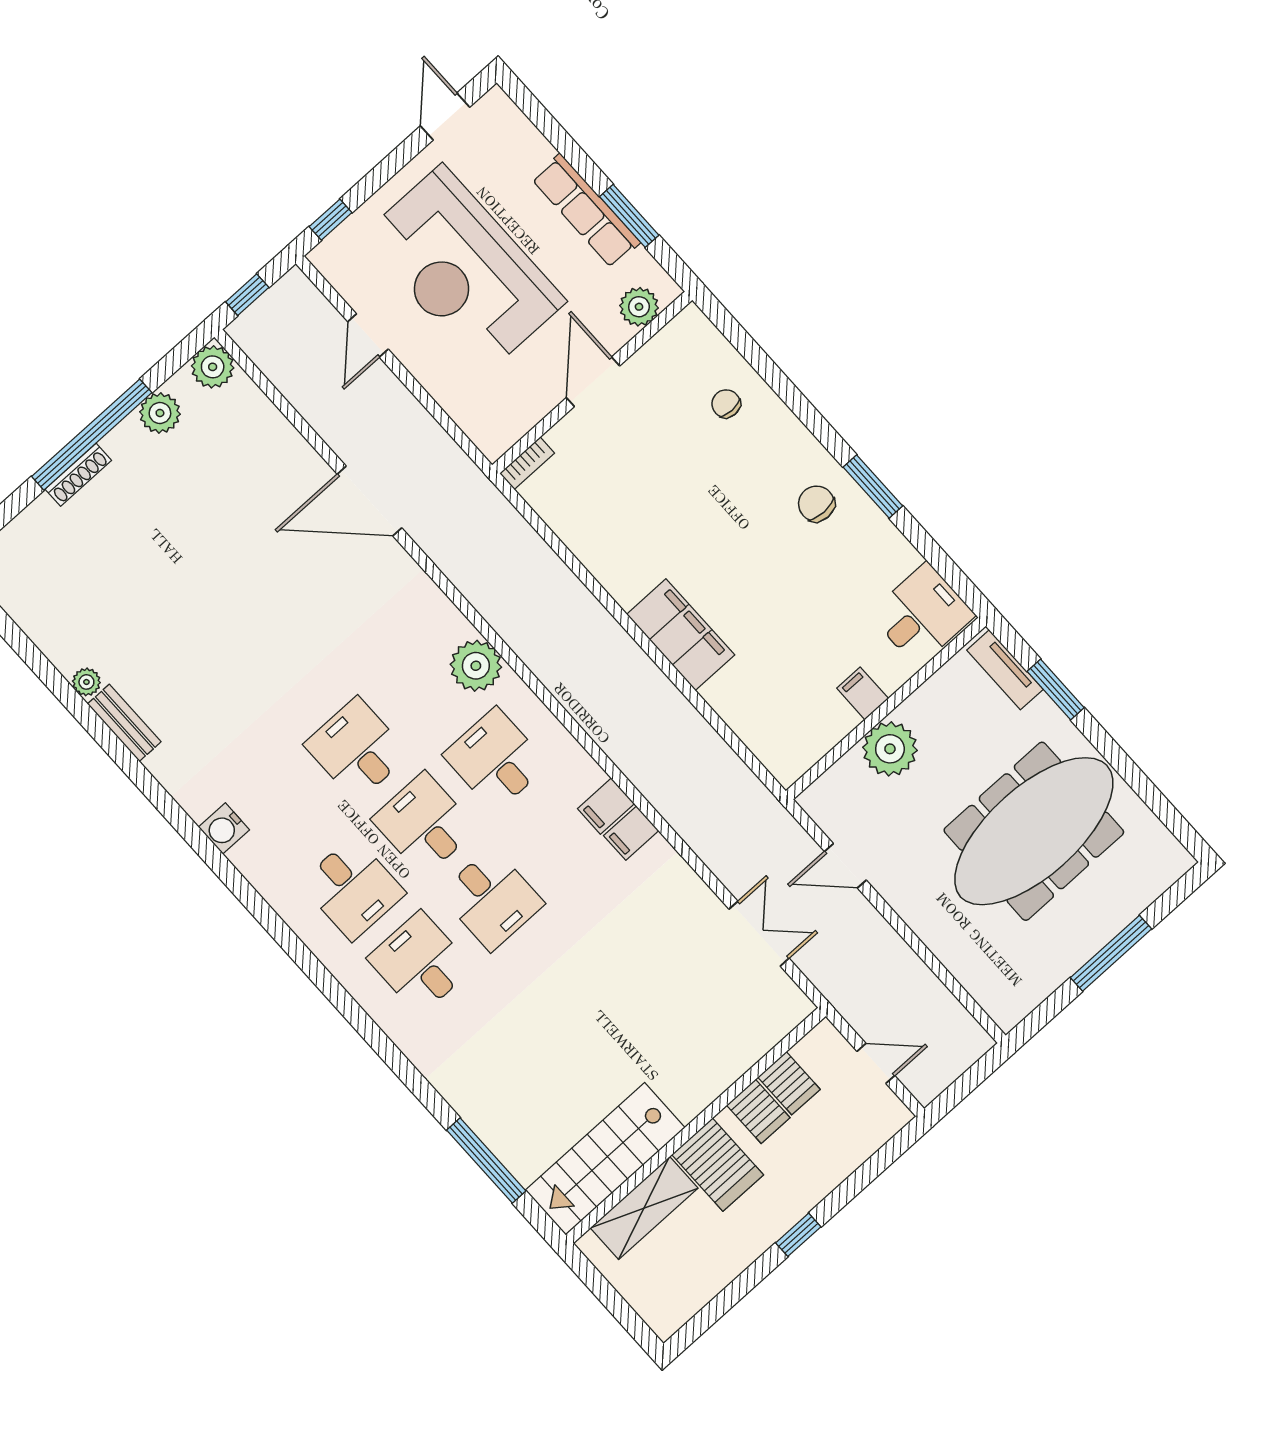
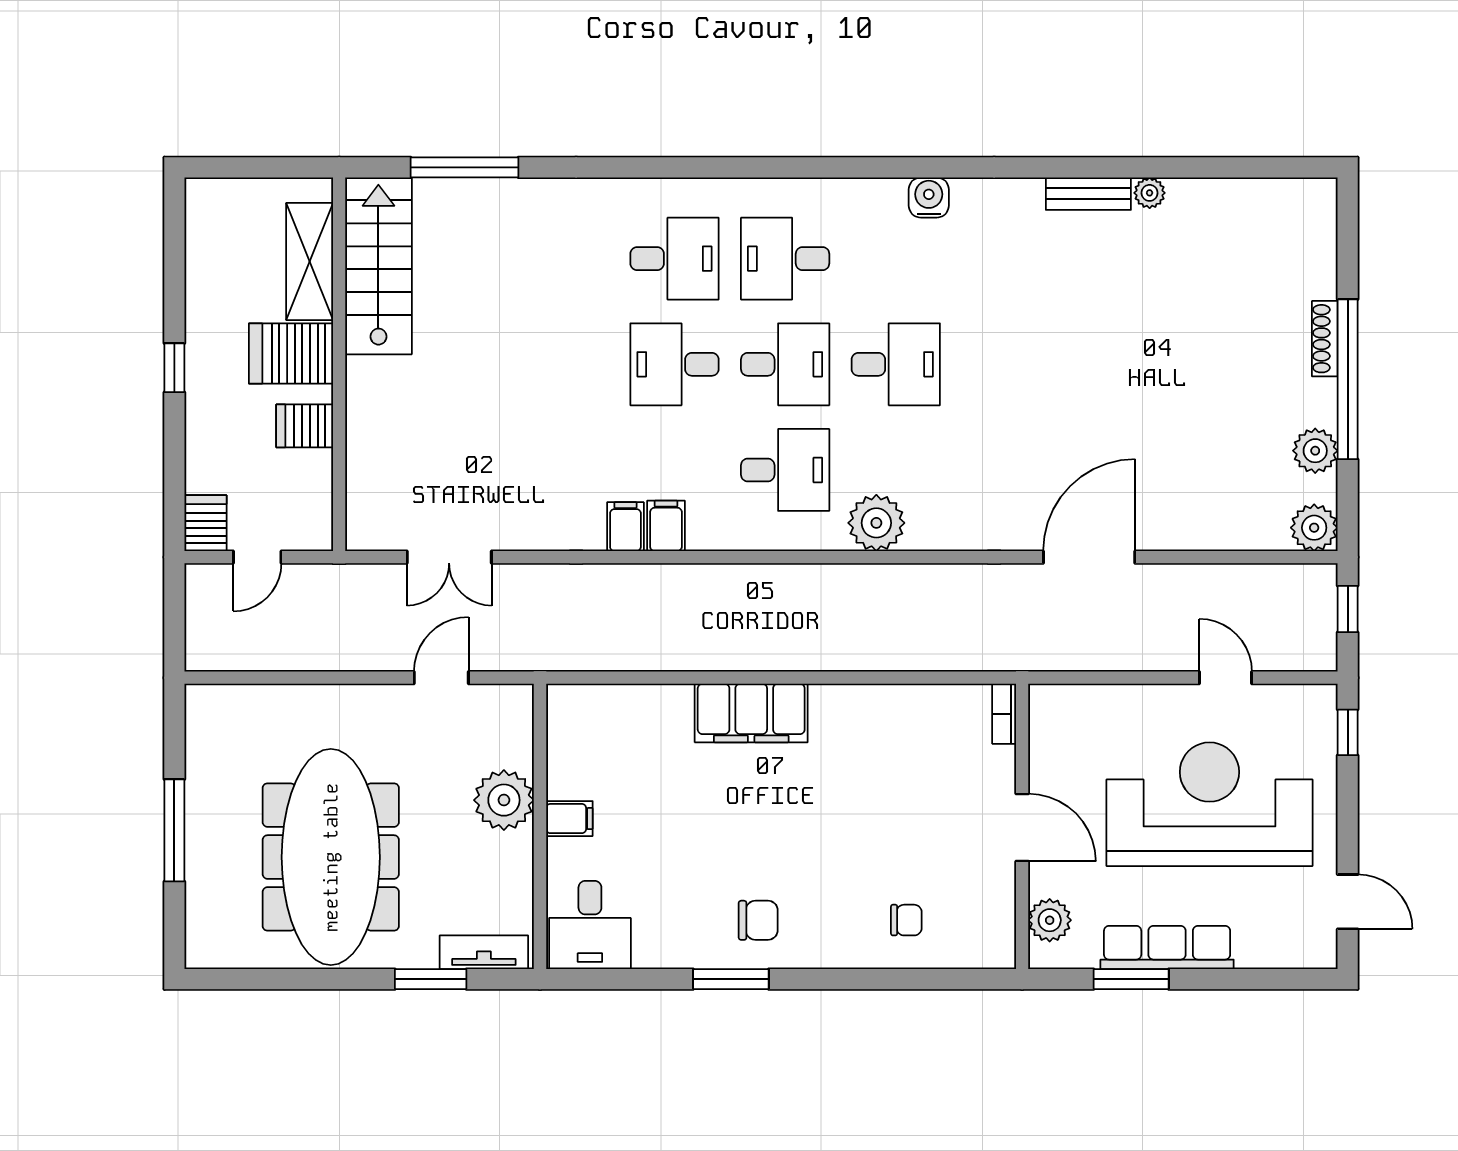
server rack: (789, 1083) -> (206, 523), moved, turned 90

